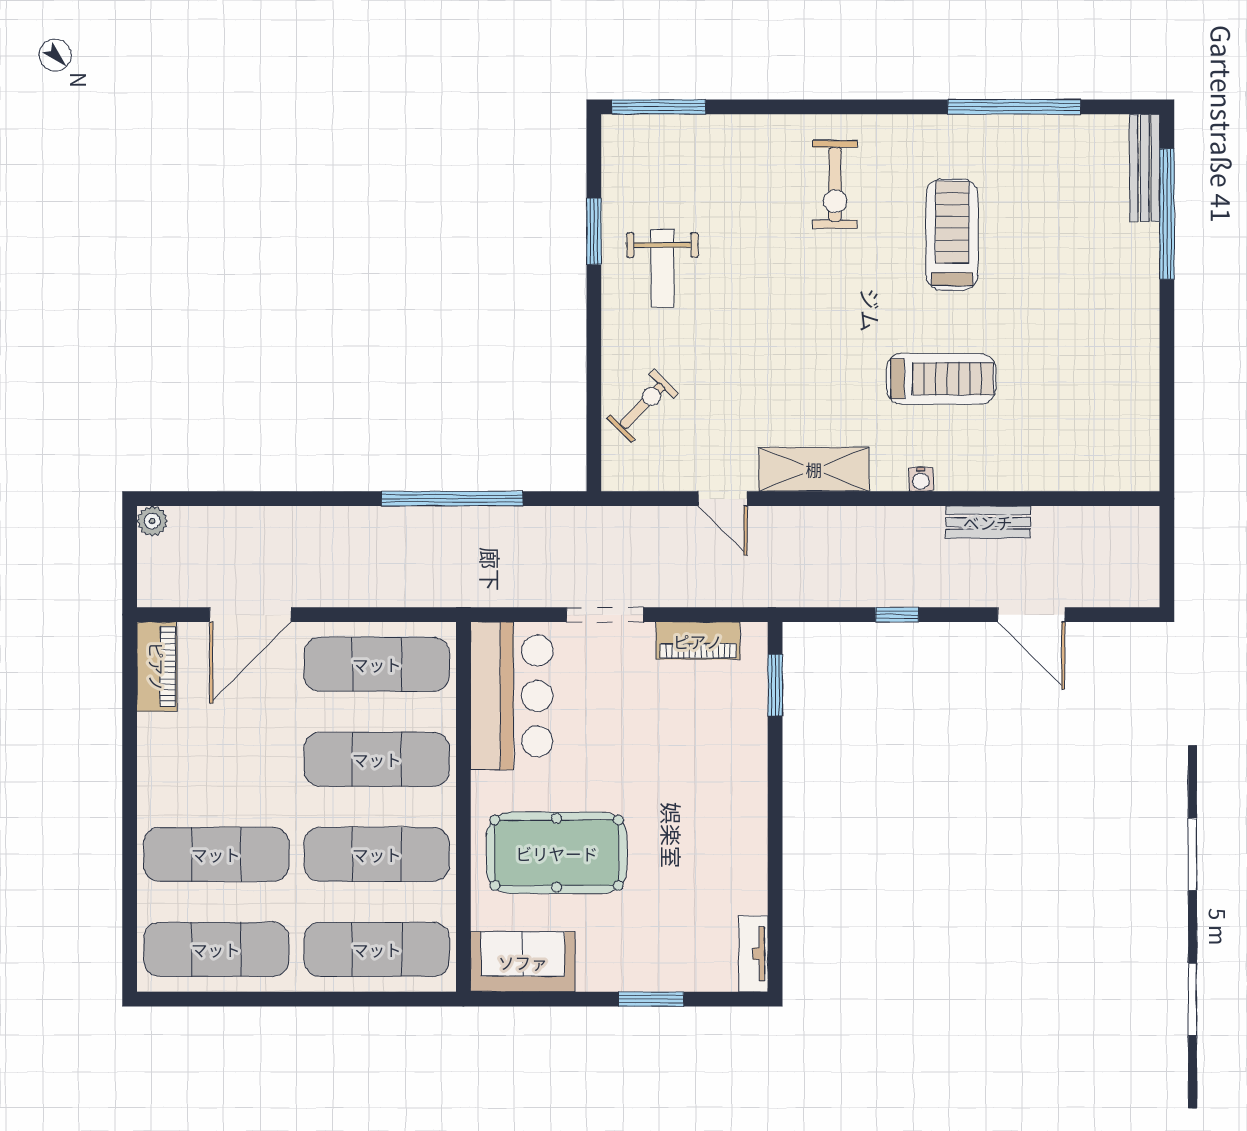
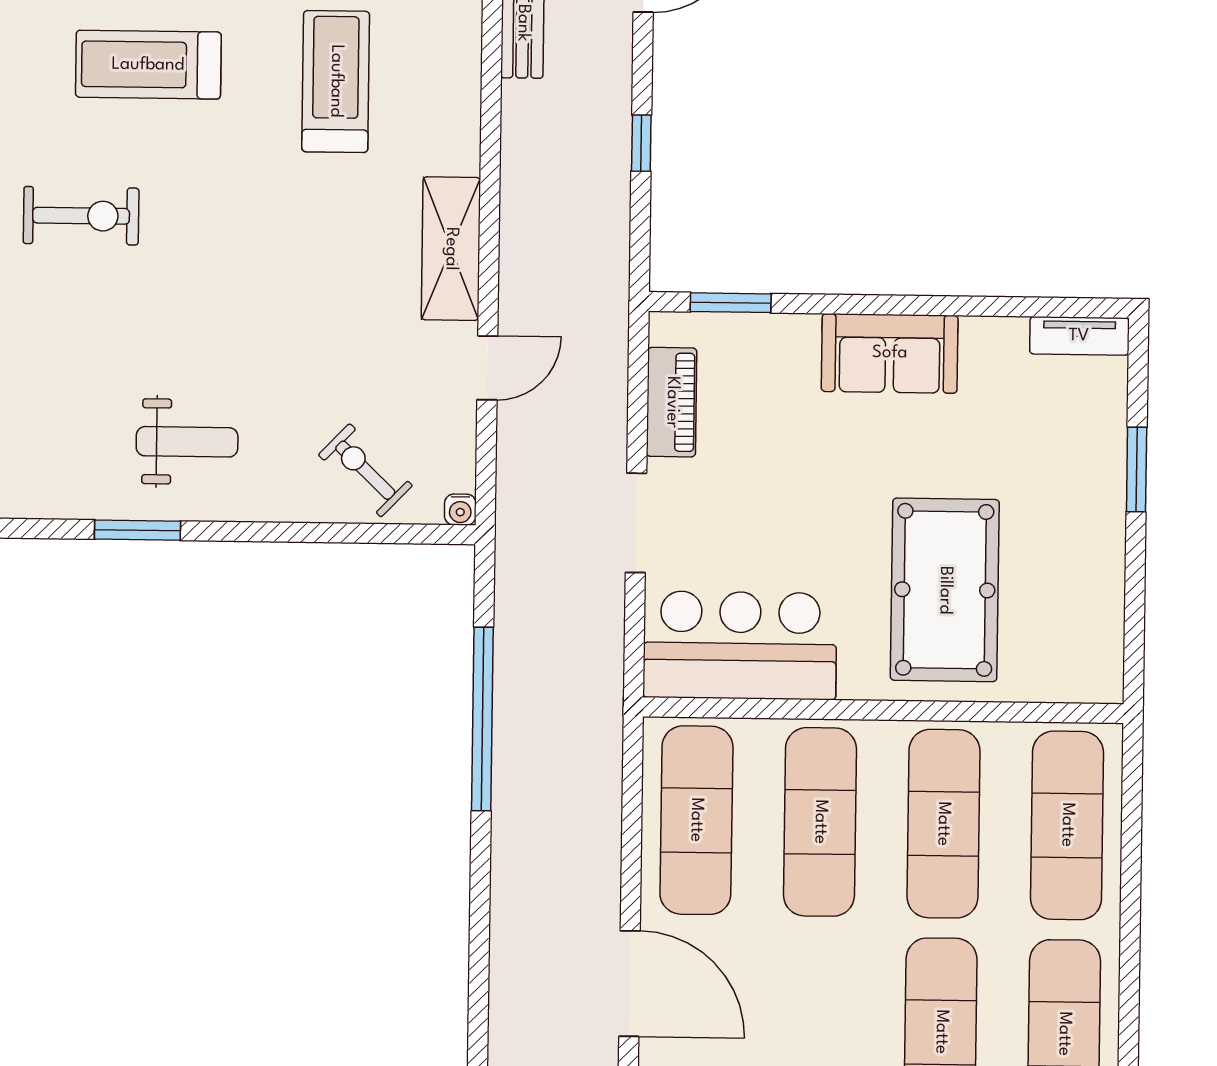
water cooler: (921, 479) -> (460, 510), moved, turned 90
sofa: (523, 962) -> (890, 353), moved, turned -90

